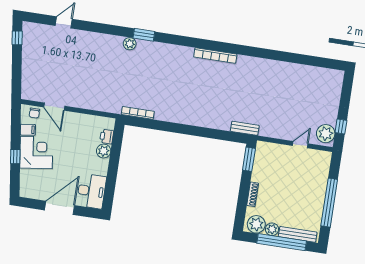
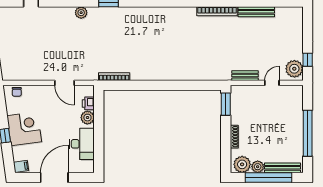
plant: (130, 44) -> (81, 13), moved
bookcase: (215, 56) -> (217, 11), moved
bench: (295, 69) -> (256, 12), added
door: (54, 107) -> (65, 83), moved
bench: (245, 128) -> (245, 76), moved
filing cabinet: (28, 130) -> (21, 166), moved
desk: (91, 191) -> (82, 144), moved

